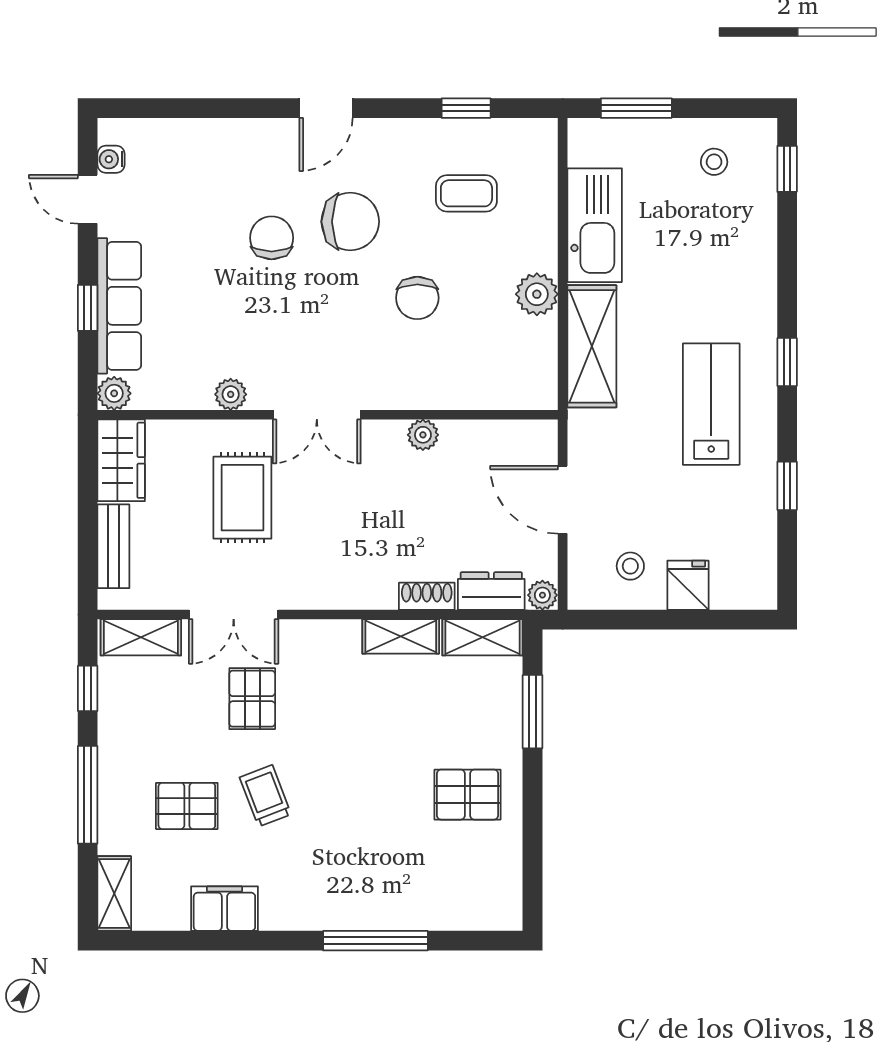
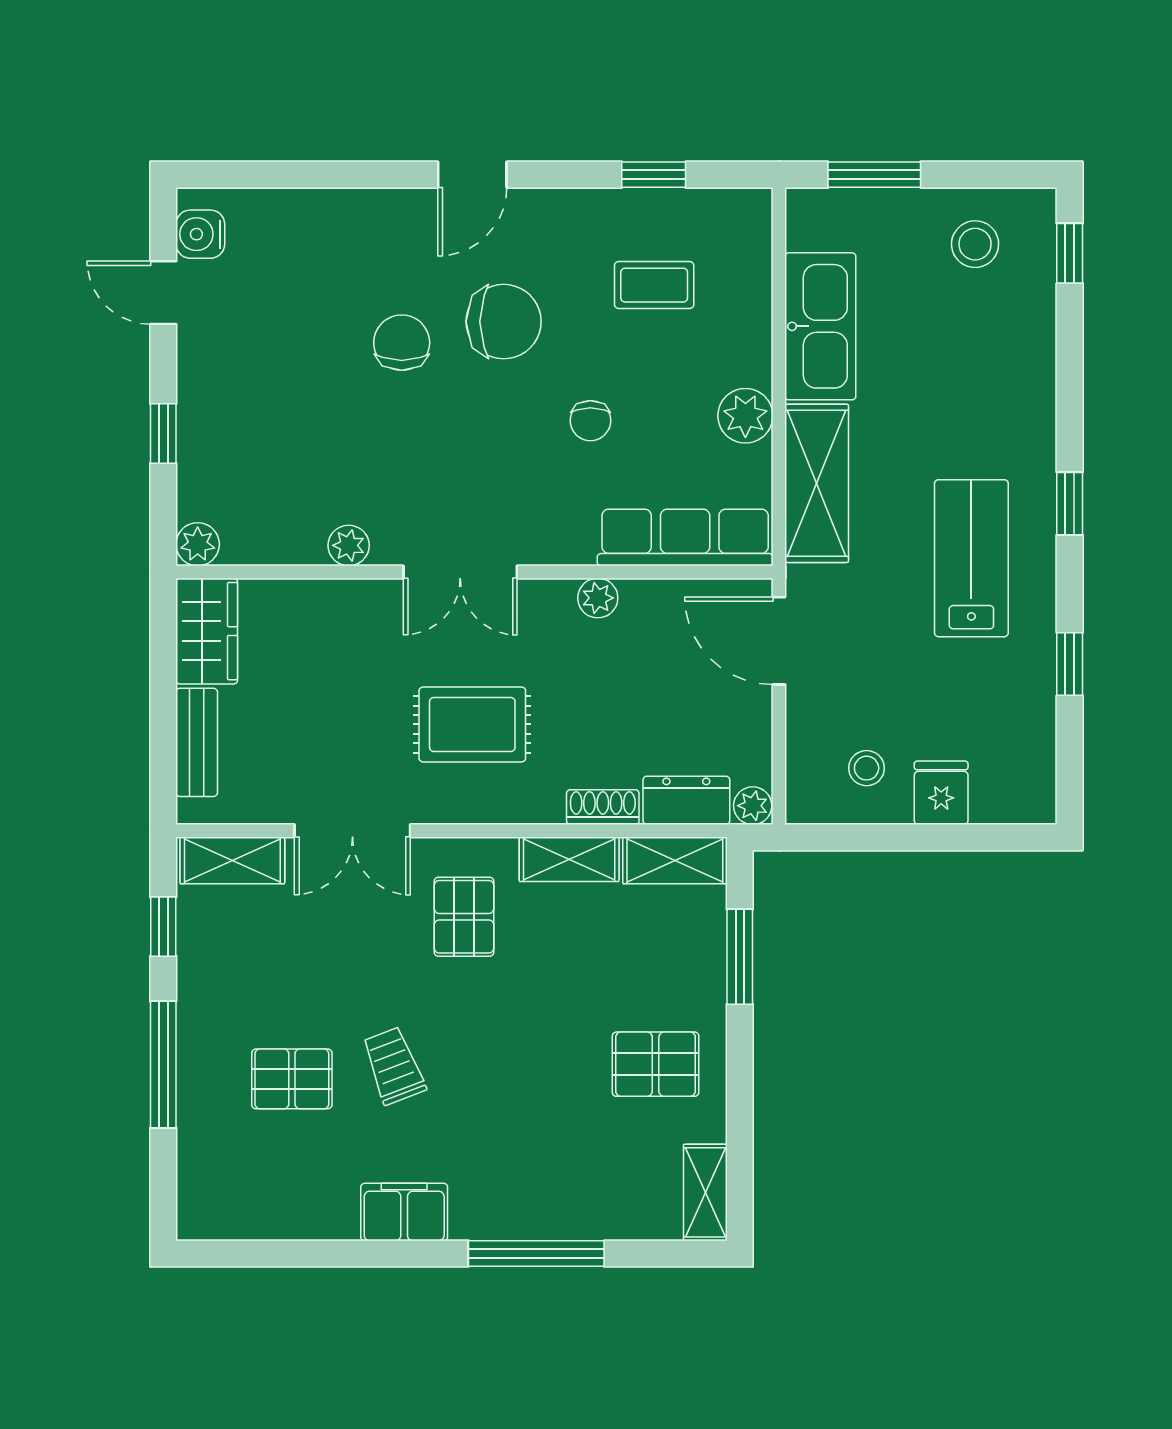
water cooler: (111, 159) -> (200, 234), width x1.38, depth x1.38
stool: (714, 162) -> (975, 244), width x1.37, depth x1.37
chair: (417, 298) -> (590, 421), width x0.73, depth x0.73
row of seats: (119, 306) -> (685, 538), moved, turned -90
rug: (242, 498) -> (472, 724), moved, turned 90
door: (563, 500) -> (779, 641), moved
pallet: (252, 699) -> (464, 917), moved
shelving: (114, 894) -> (705, 1192), moved
filing cabinet: (224, 909) -> (404, 1212), moved

